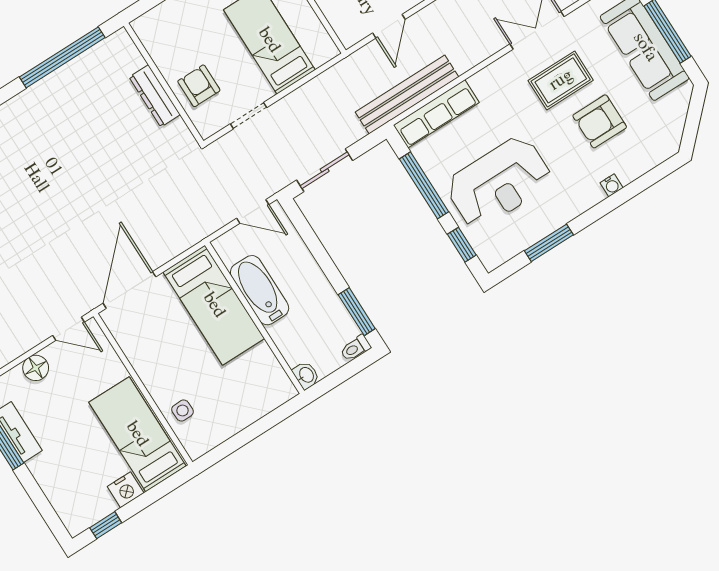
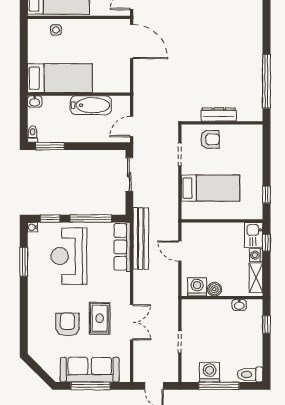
water cooler: (612, 185) -> (32, 227), moved
bed: (214, 305) -> (60, 78), moved, turned 180

